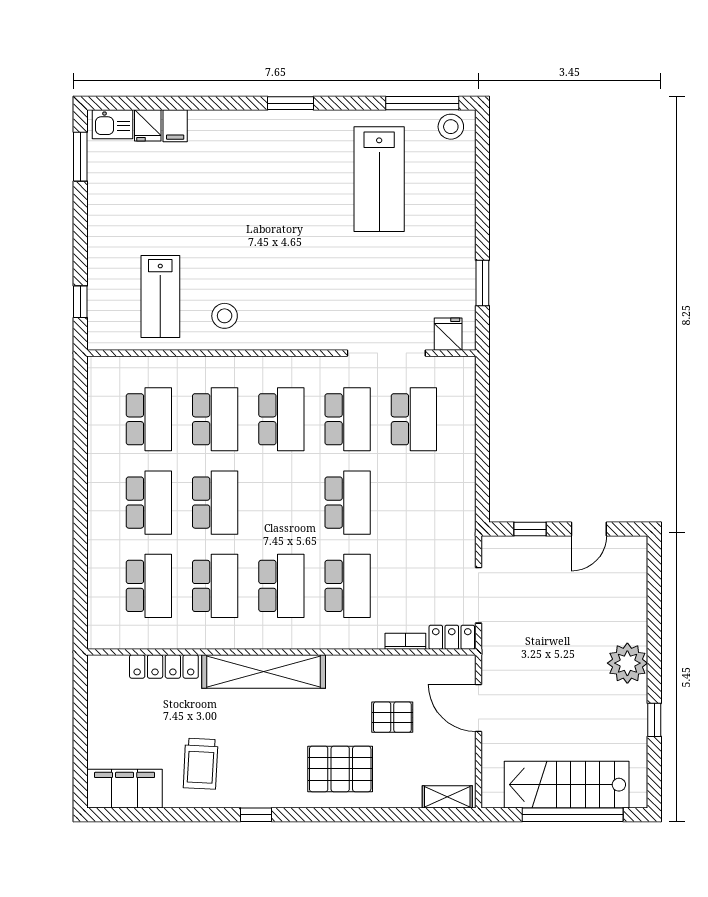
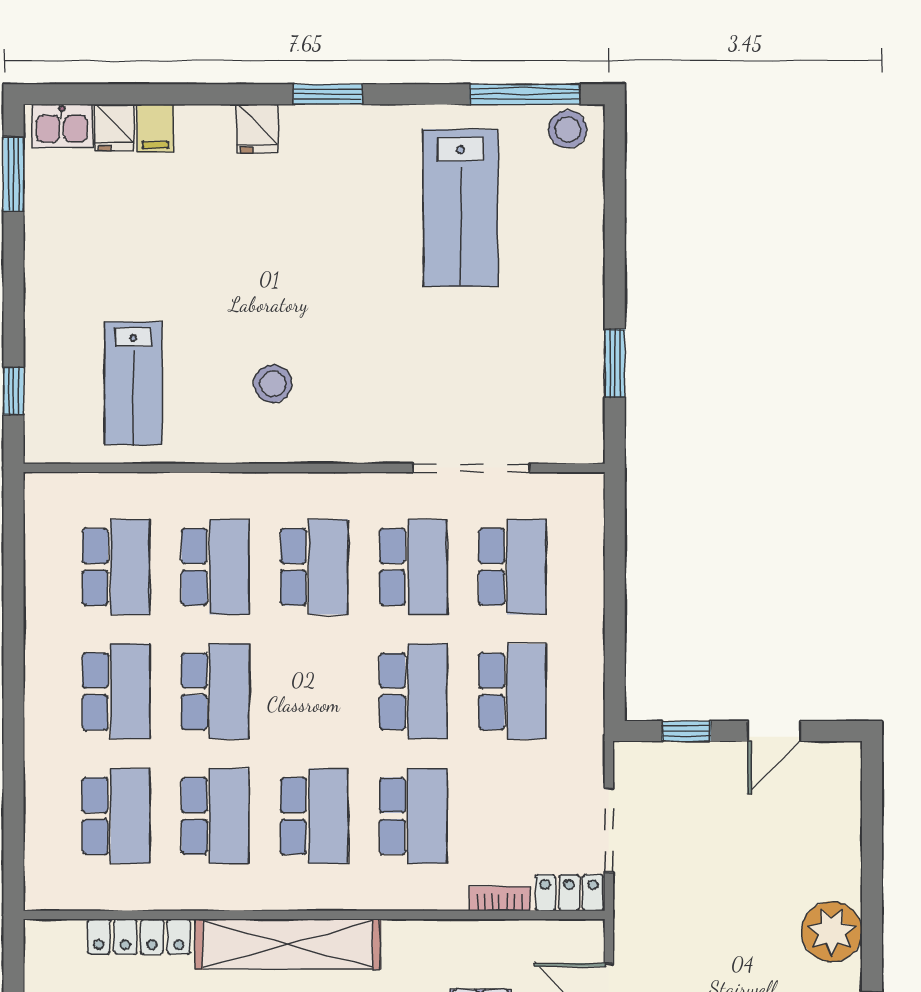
stool: (225, 316) -> (273, 384), moved
fridge: (448, 334) -> (257, 128), moved, turned 180
school desk: (414, 503) -> (512, 691), added

